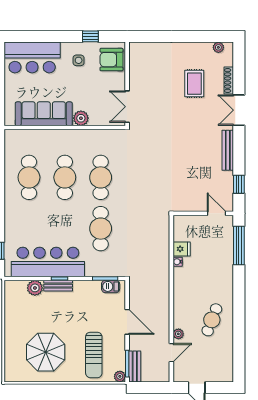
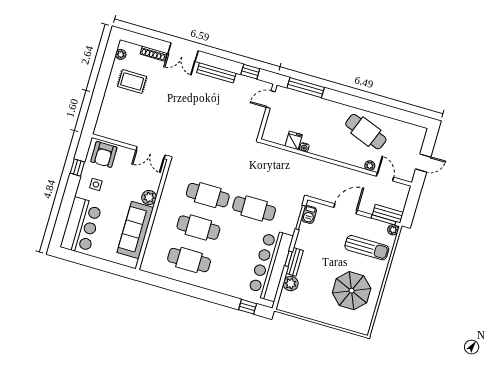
rug: (194, 84) -> (132, 82), moved
cafe table: (212, 320) -> (366, 132), width x1.37, depth x1.35

